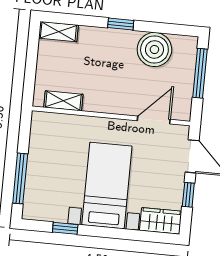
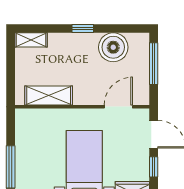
shelving: (63, 101) -> (49, 96), width x1.50, depth x1.33

